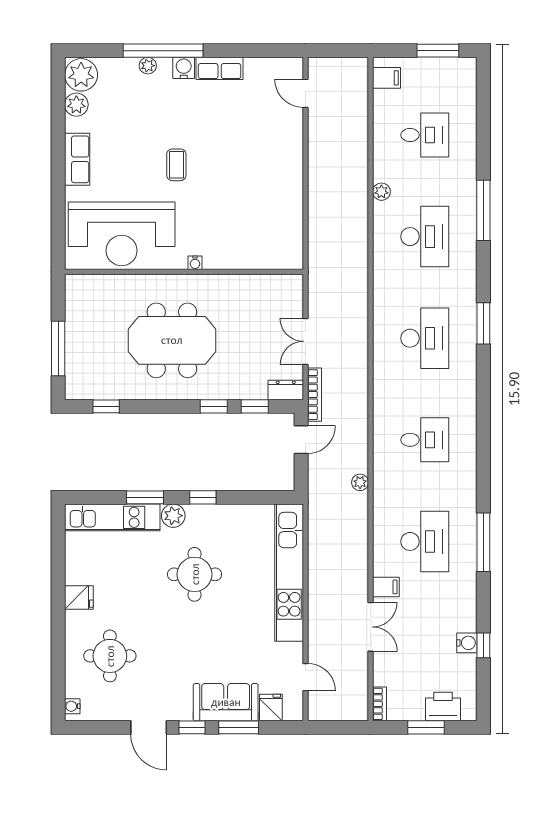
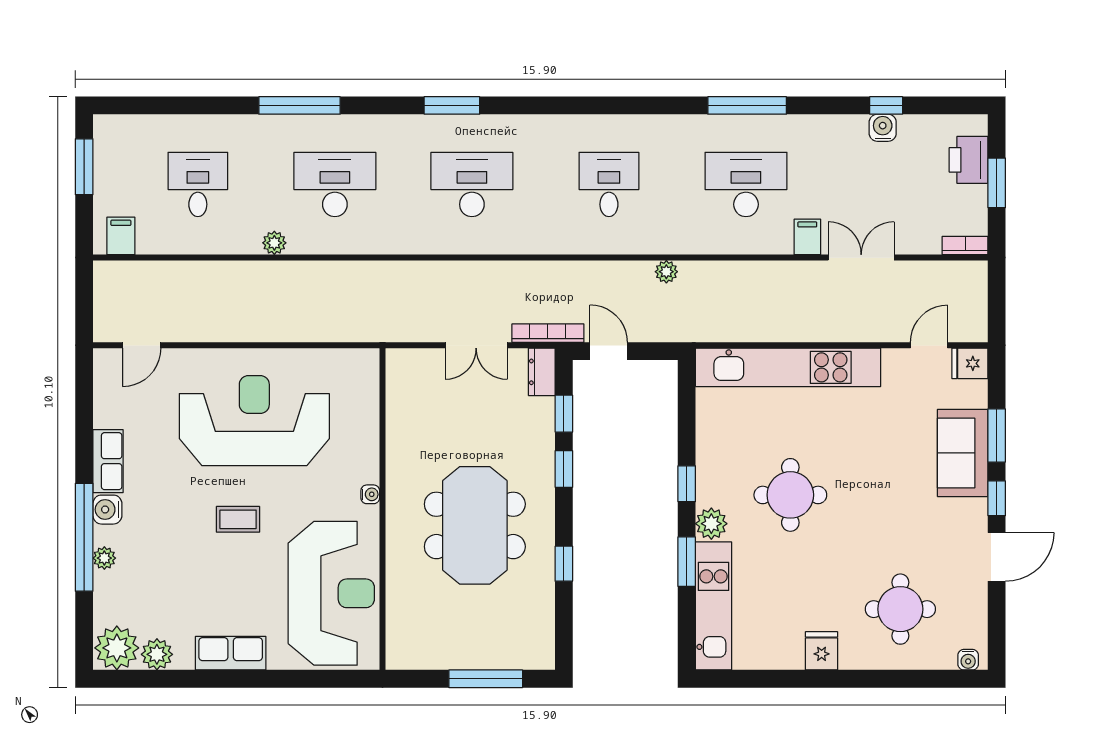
reception desk: (250, 177) -> (254, 421), added
window: (106, 406) -> (564, 564), moved
fridge: (271, 707) -> (970, 363), moved

